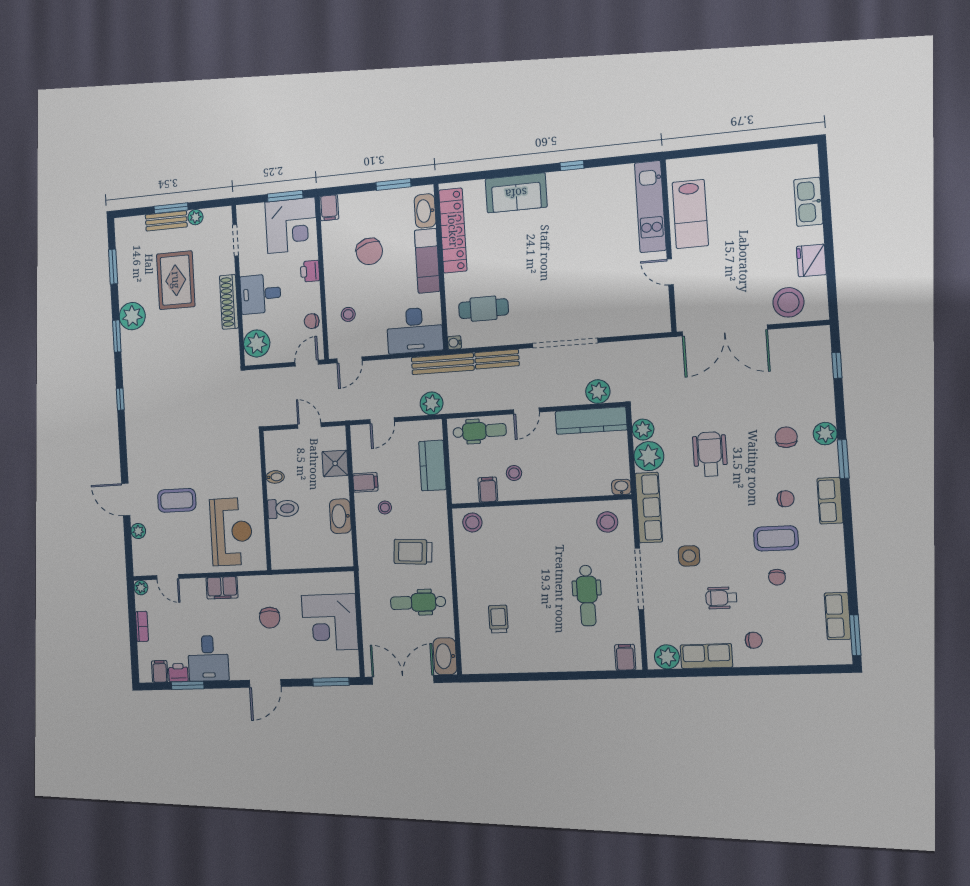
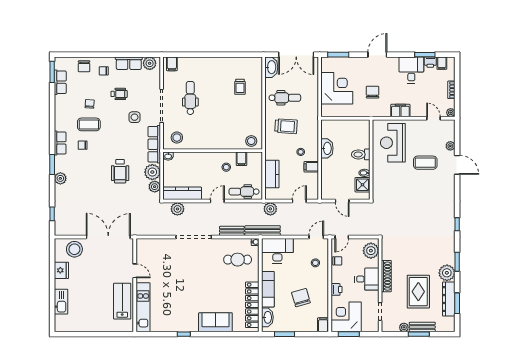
dresser: (127, 272) -> (449, 299), added
chair: (786, 437) -> (84, 66), moved
shower: (335, 463) -> (363, 185), moved

